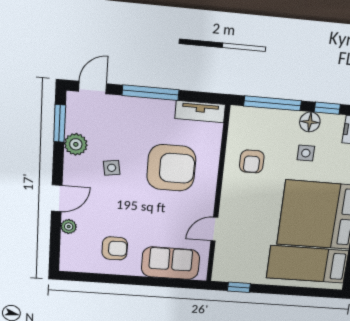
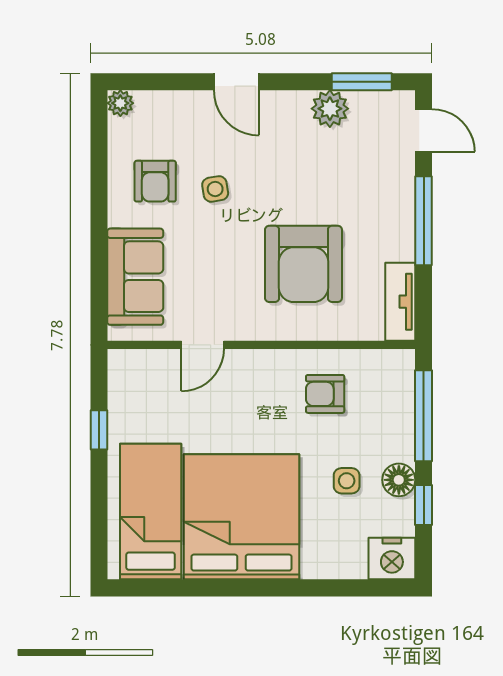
side table: (112, 168) -> (215, 189), moved
plant: (69, 227) -> (120, 103), moved
door: (214, 229) -> (203, 345), swing flipped
window: (239, 287) -> (99, 430), moved

